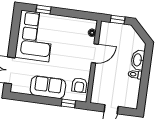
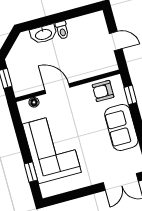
corner sofa: (35, 36) -> (52, 148), moved, turned 90
armchair: (79, 85) -> (103, 91), turned 180

